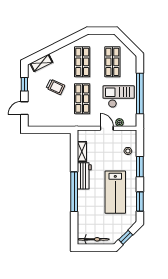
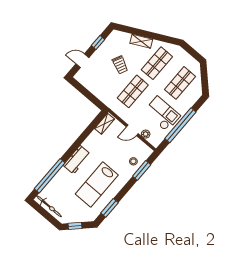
shelving: (41, 63) -> (141, 41), moved
door: (107, 128) -> (132, 130), swing flipped
shelving: (82, 152) -> (105, 124), moved
window: (140, 167) -> (142, 170), moved
workbench: (84, 176) -> (77, 160), moved
window: (74, 192) -> (50, 176), moved

